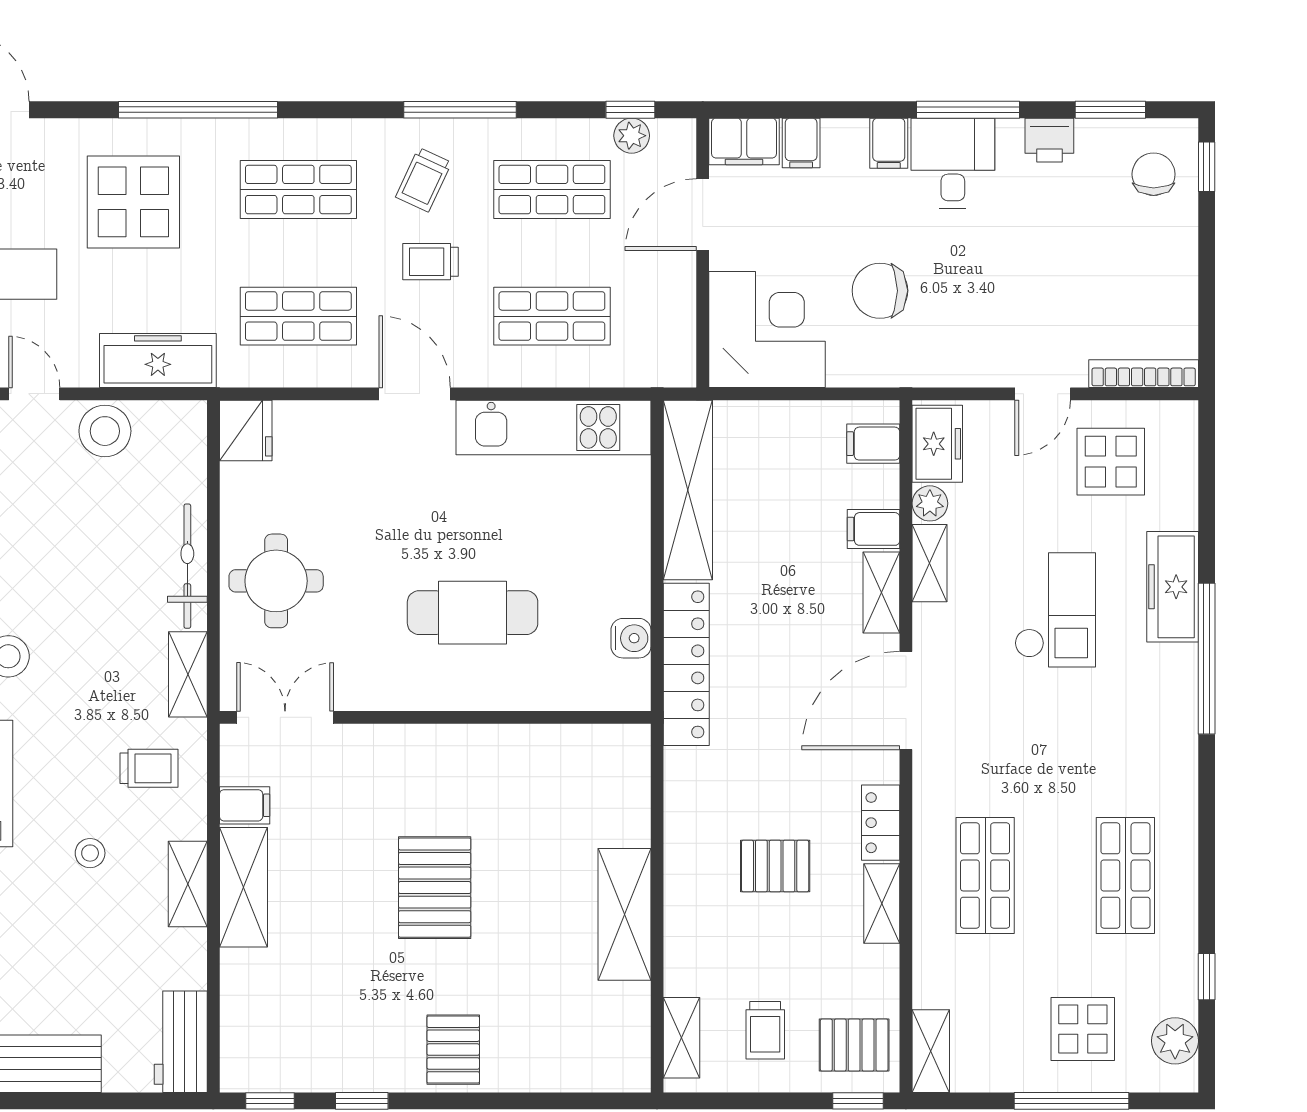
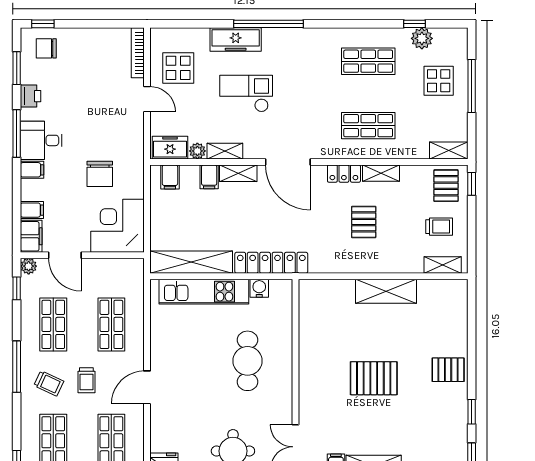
plant: (632, 136) -> (29, 266), moved
kitchen unit: (553, 427) -> (204, 292), moved, turned 90
plant: (1175, 1041) -> (422, 38), moved

